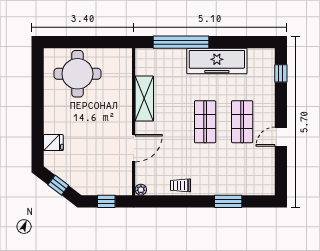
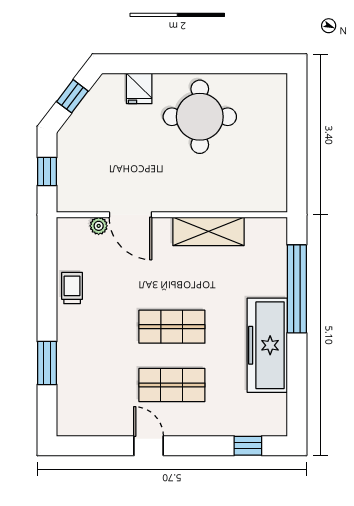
round table: (77, 74) -> (200, 117), moved
plant: (141, 190) -> (99, 226), moved

